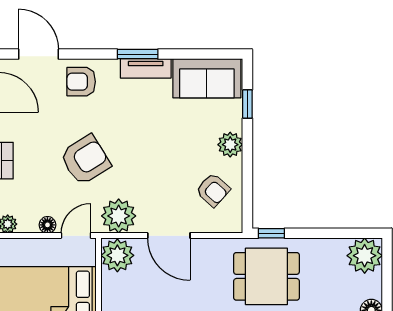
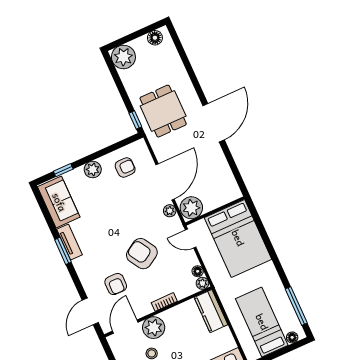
armchair: (81, 82) -> (116, 284), moved
armchair: (213, 190) -> (125, 168), turned 48
plant: (119, 216) -> (170, 211), width x0.53, depth x0.53
floor lamp: (47, 225) -> (198, 271), moved
door: (169, 236) -> (165, 182), width x1.36

